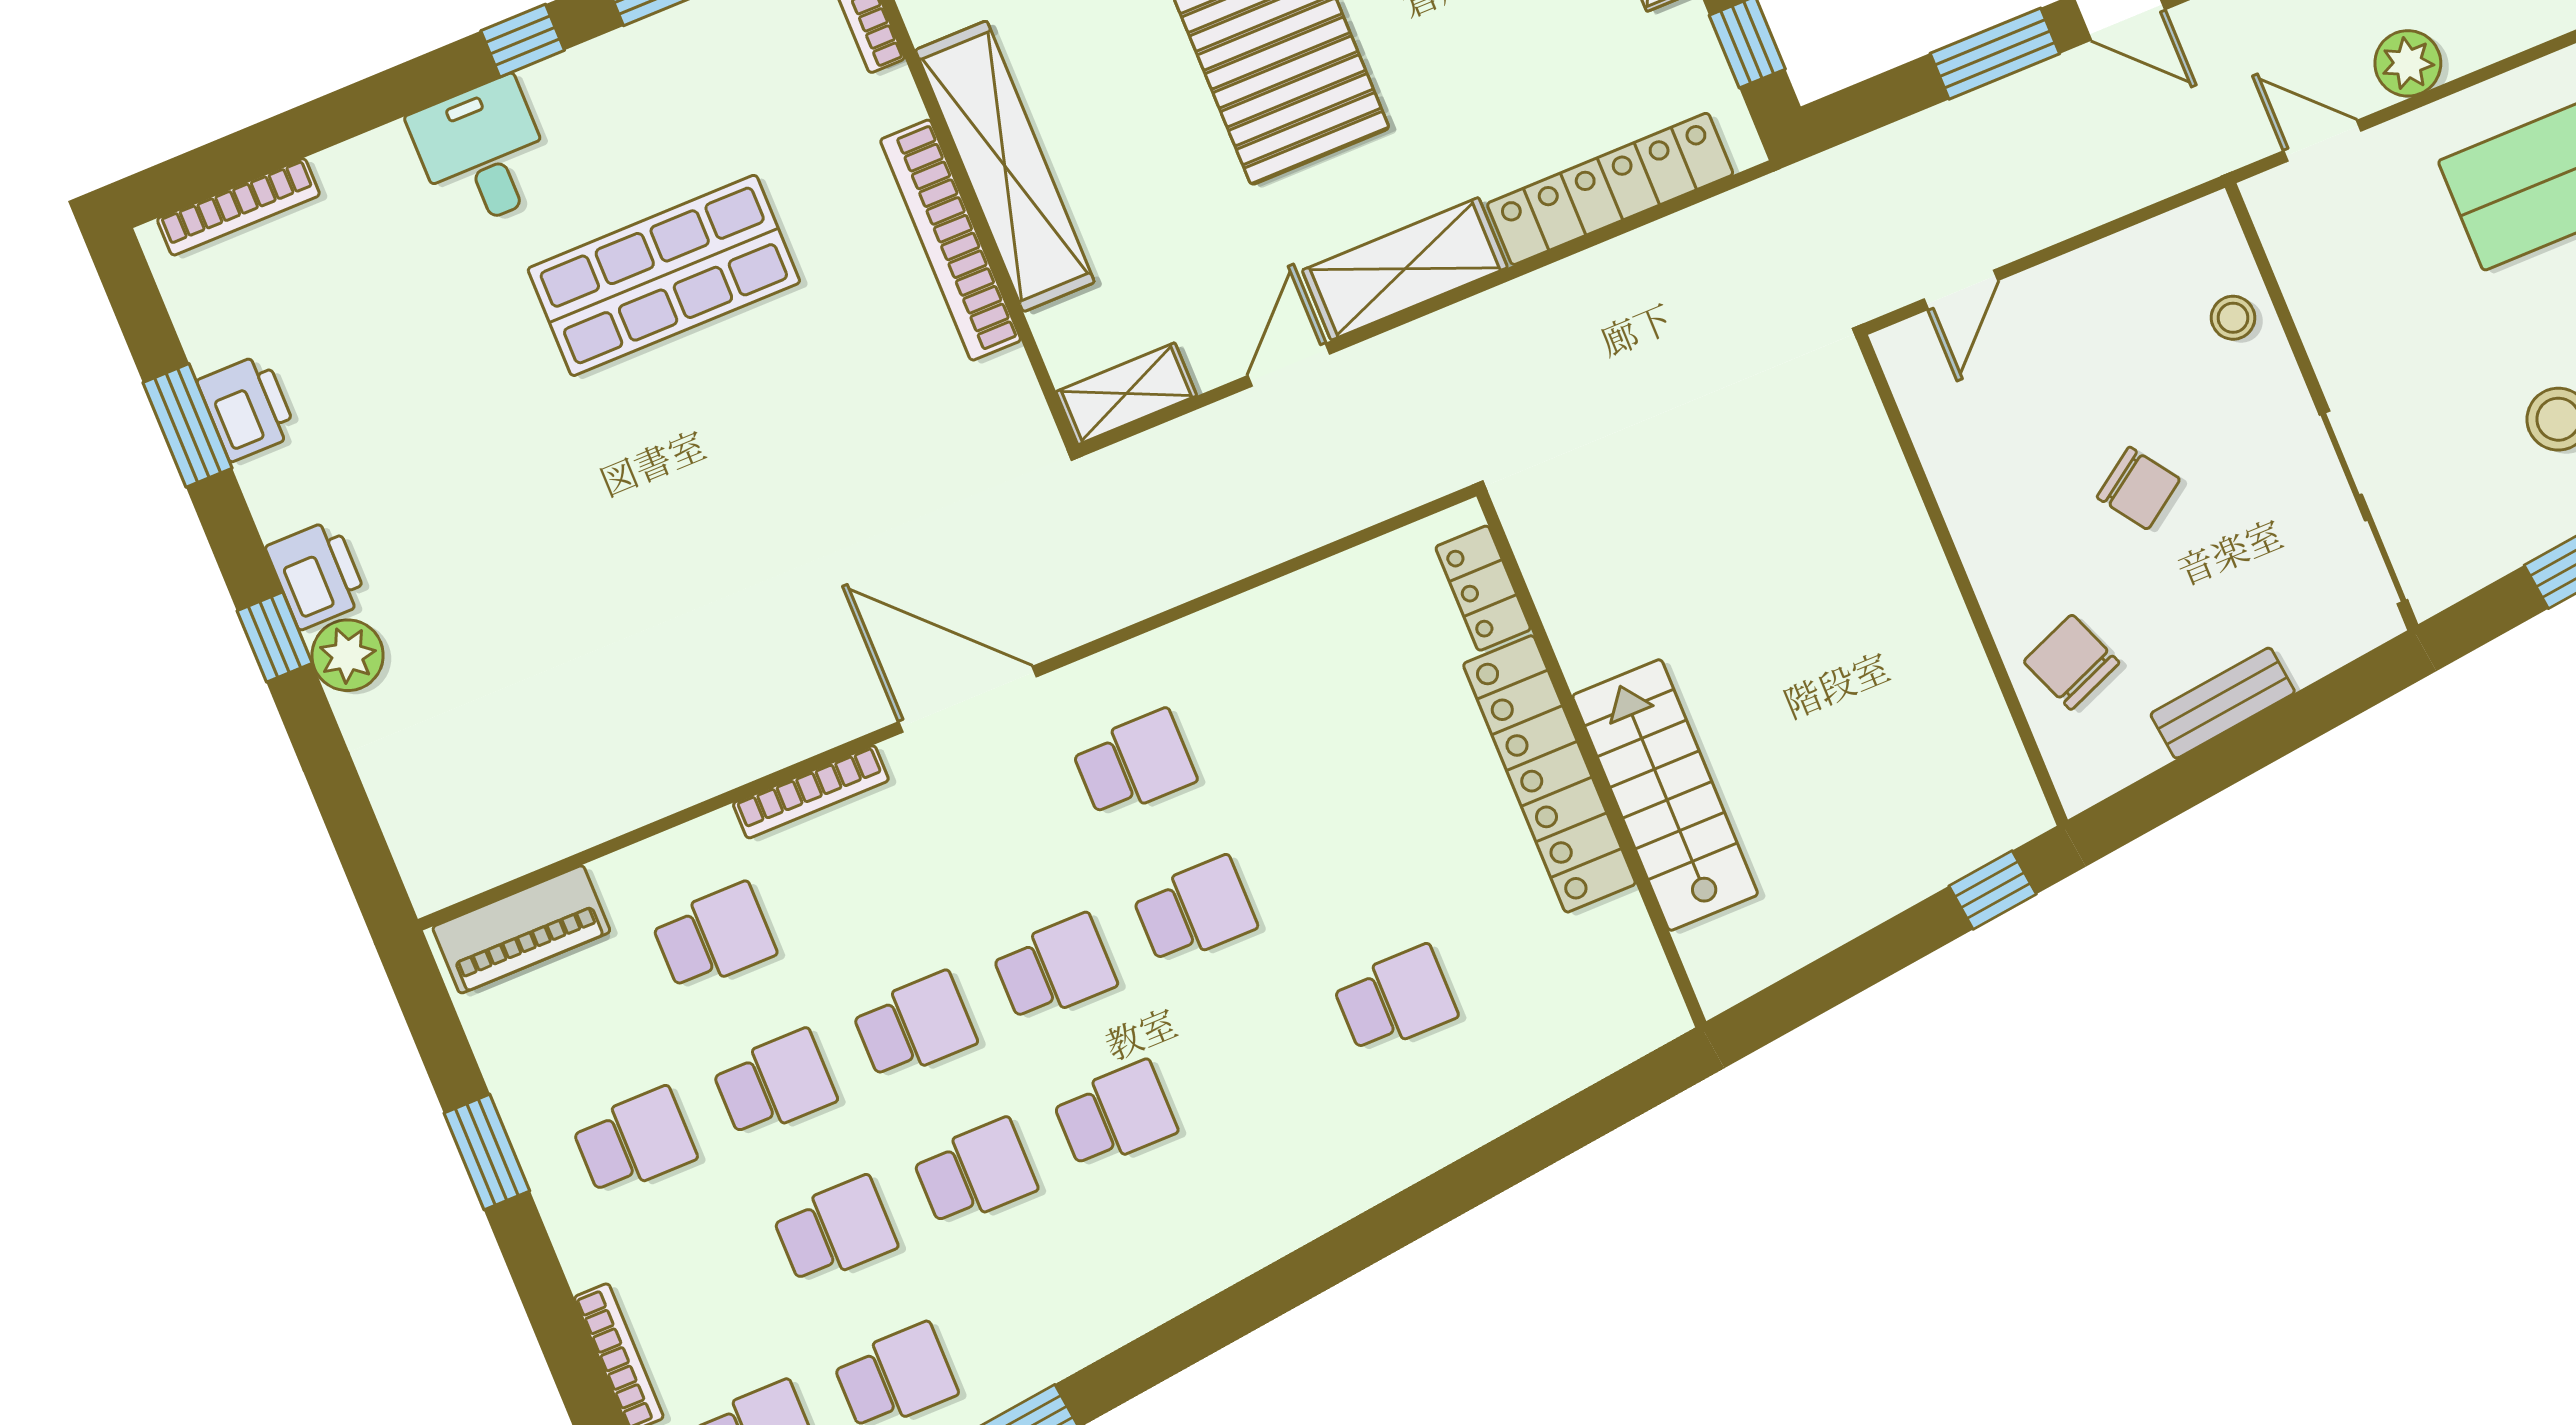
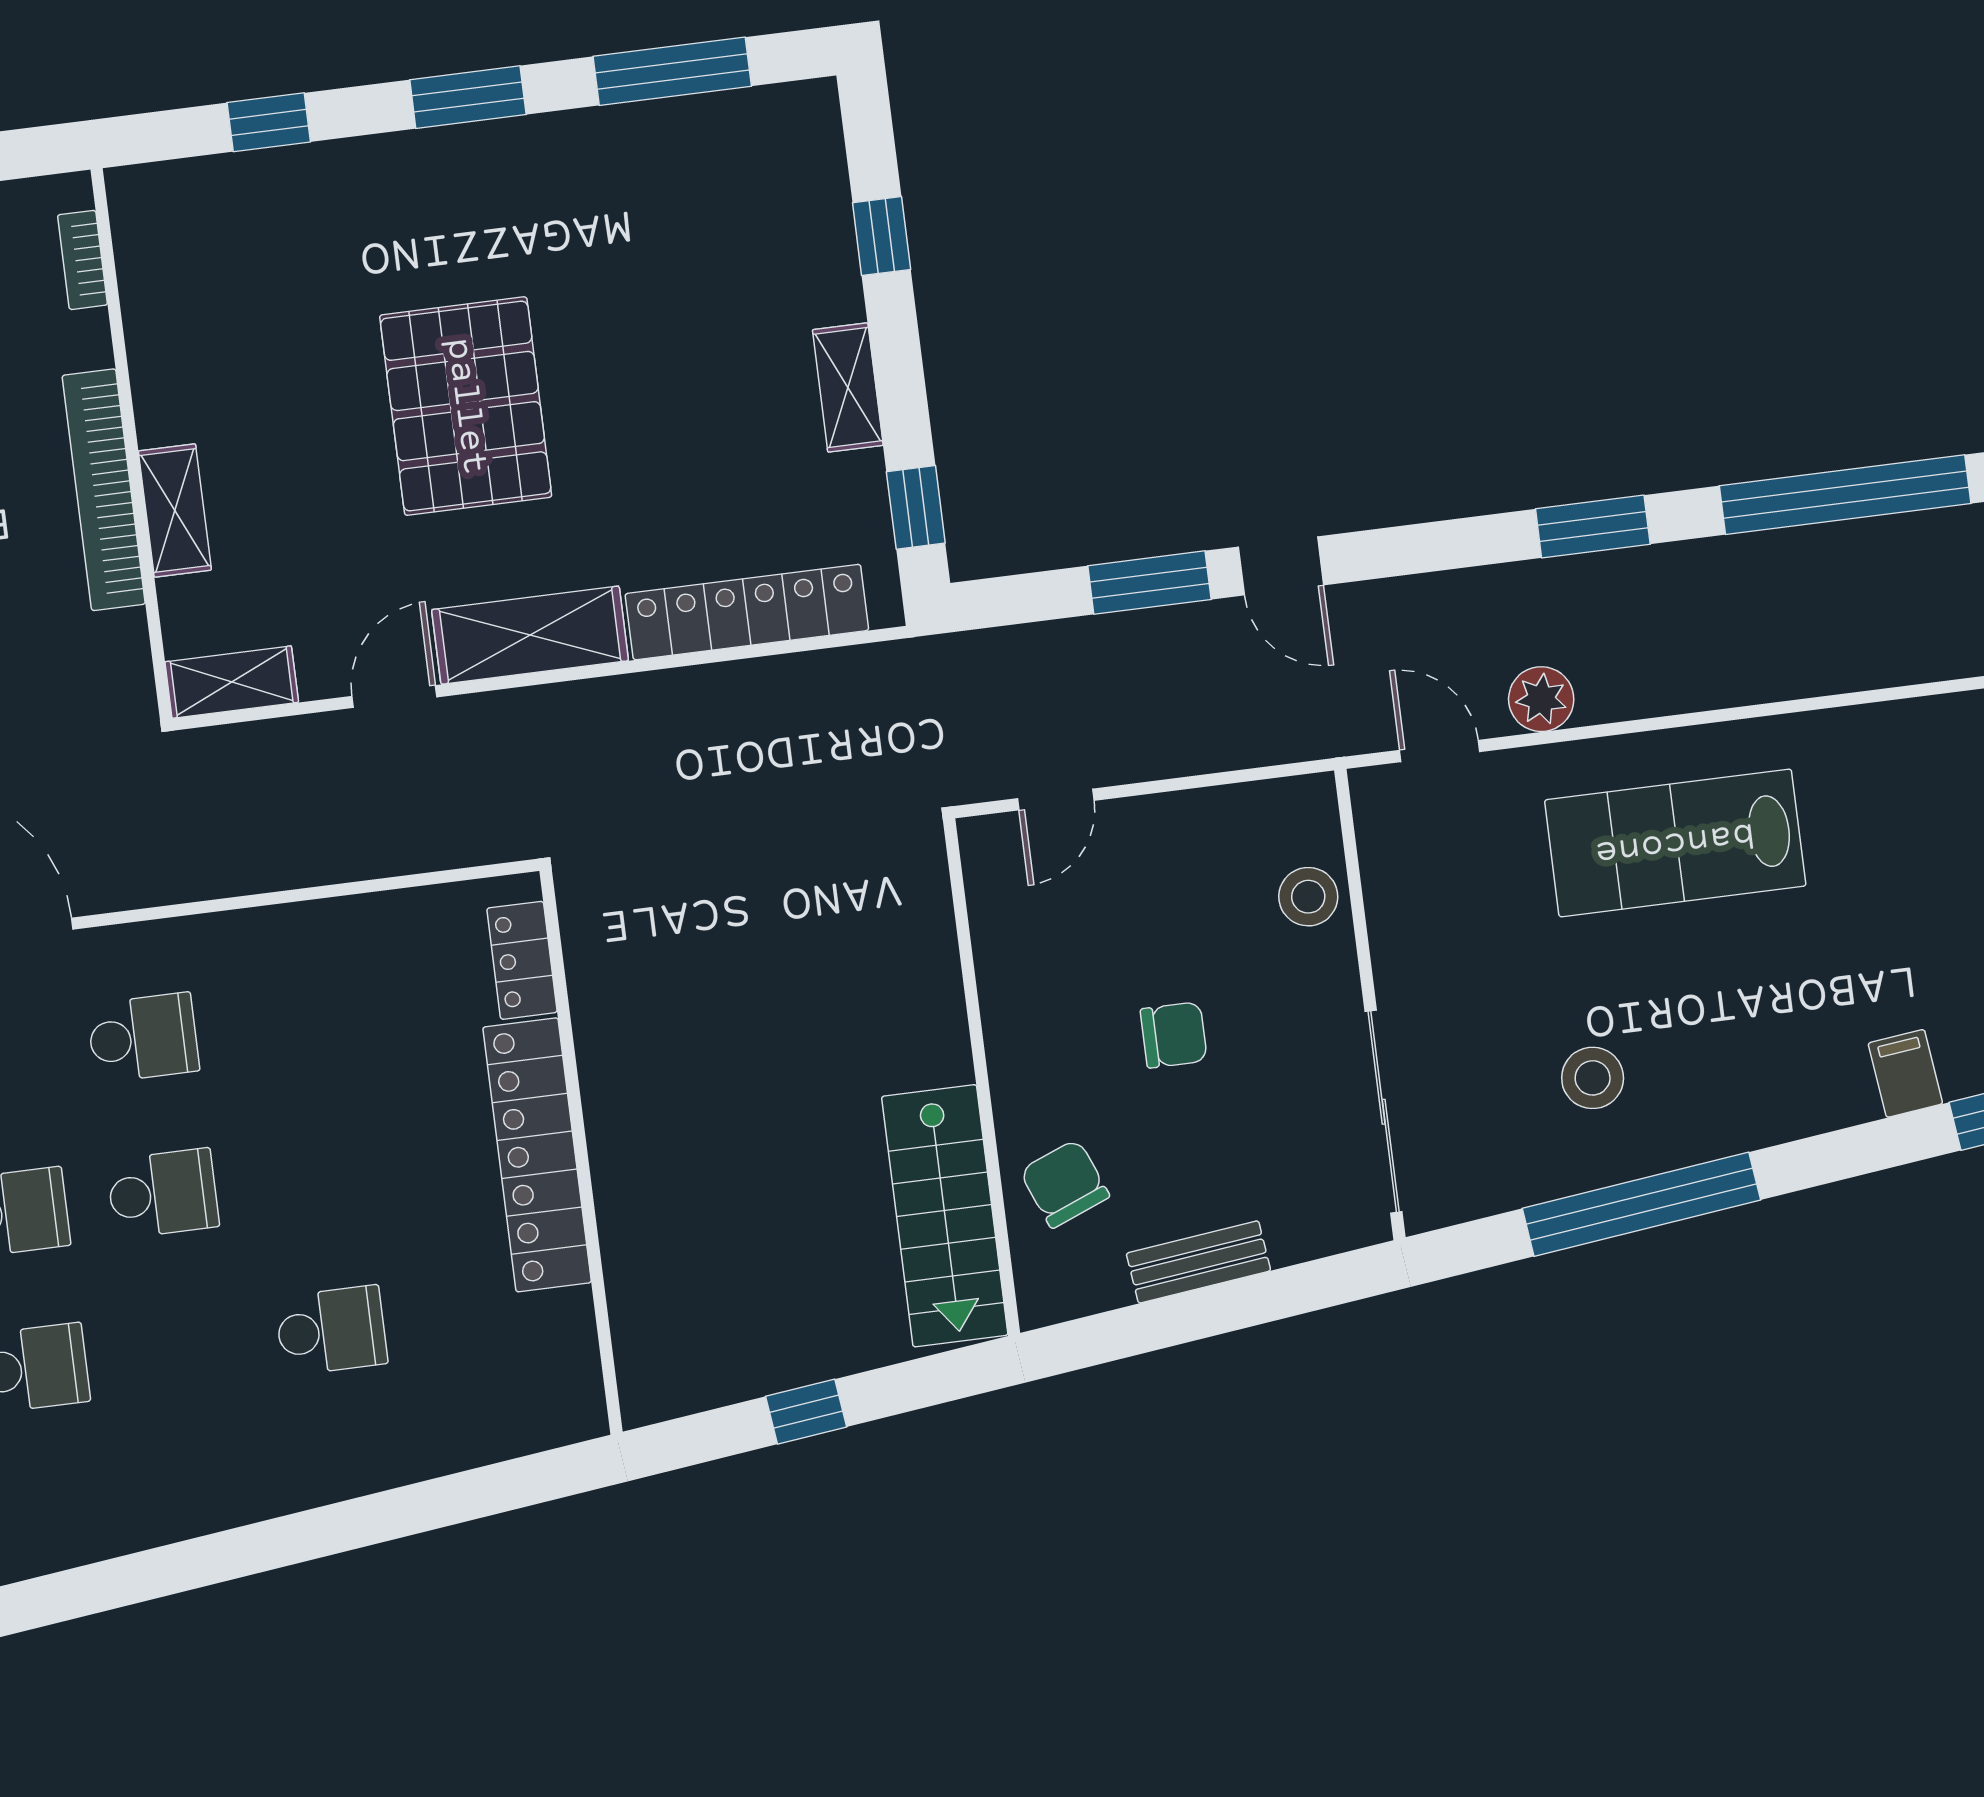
shelving: (1005, 166) -> (175, 511), width x0.45, depth x0.75
stool: (2233, 318) -> (1308, 897), width x1.37, depth x1.37
chair: (2138, 488) -> (1174, 1035), turned -55
stairs: (1665, 795) -> (945, 1216), moved, turned 180
window: (1993, 890) -> (806, 1412), moved

